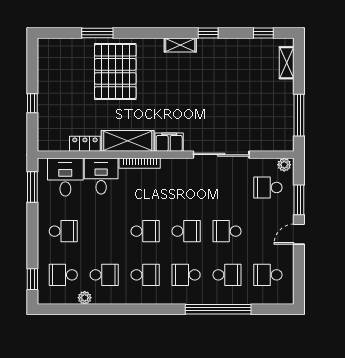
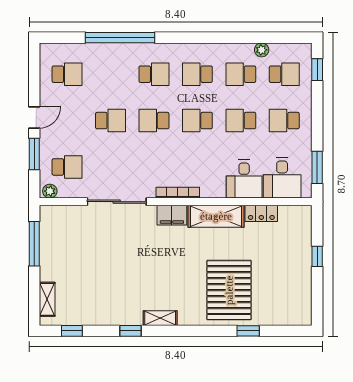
window: (97, 33) -> (248, 331), width x0.67
bookcase: (140, 163) -> (178, 193), moved
school desk: (227, 275) -> (241, 121), moved

